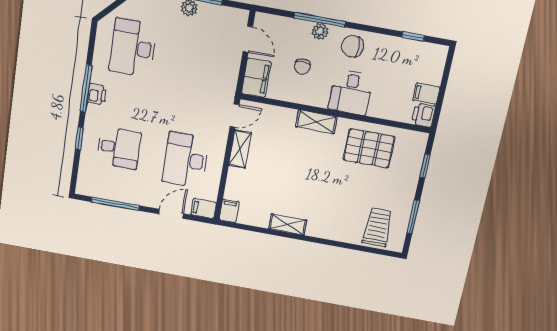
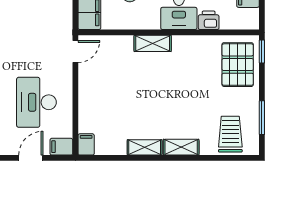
printer: (423, 115) -> (209, 20), moved, turned 90
pallet: (369, 148) -> (238, 65), moved, turned 90
shelving: (240, 149) -> (181, 147), moved, turned 90
window: (425, 166) -> (262, 52), moved

